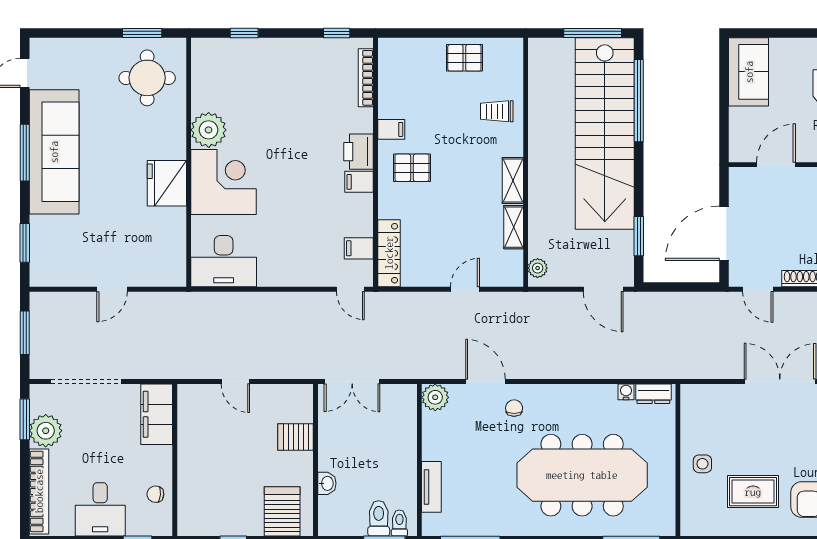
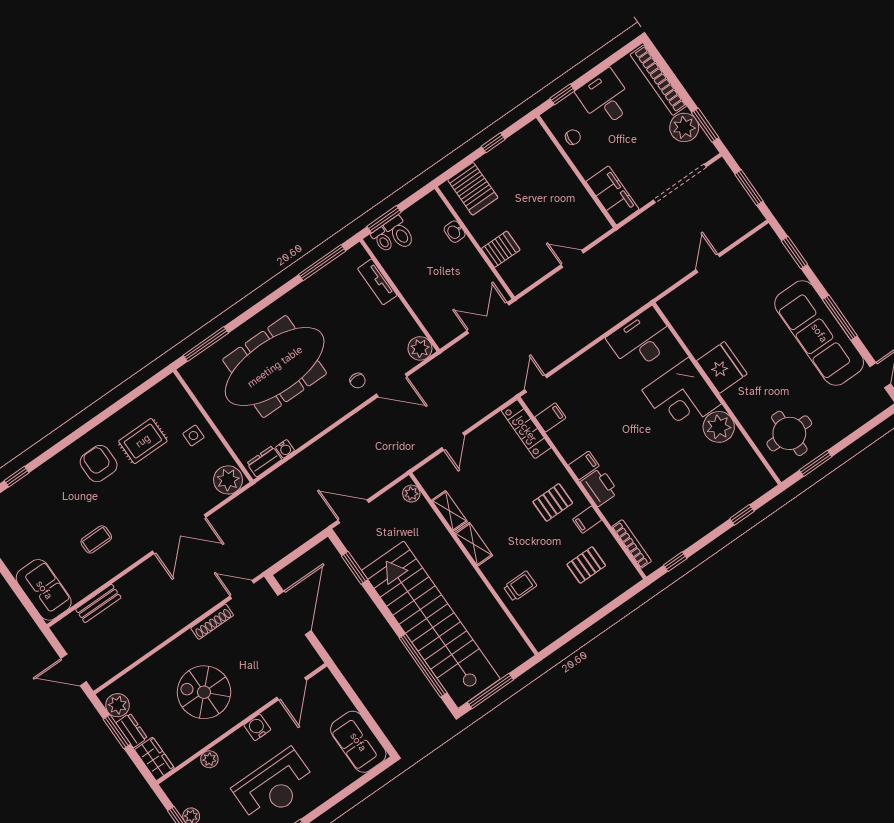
pallet: (464, 58) -> (586, 565), moved
door: (350, 289) -> (536, 384), hinge flipped
plant: (699, 400) -> (228, 480), added

